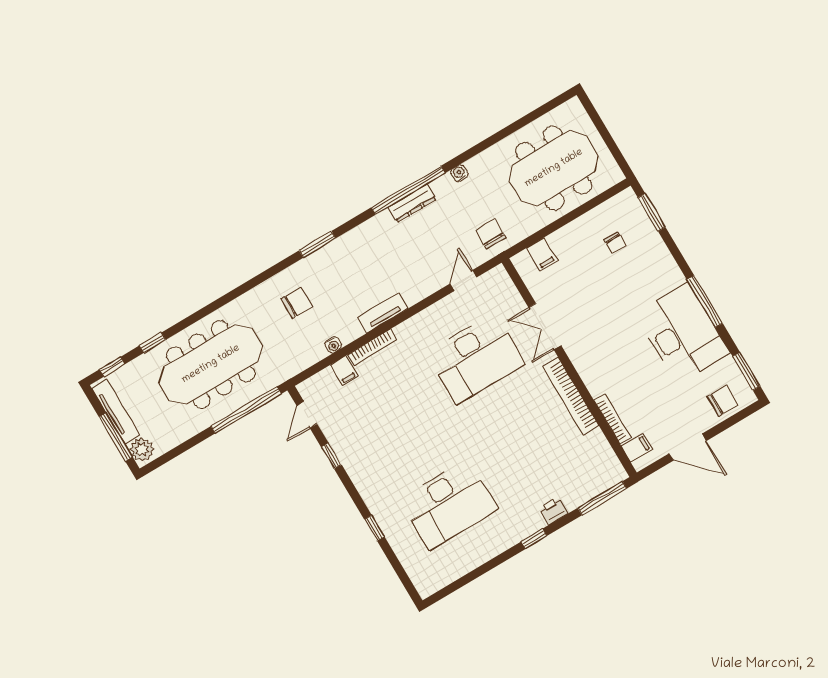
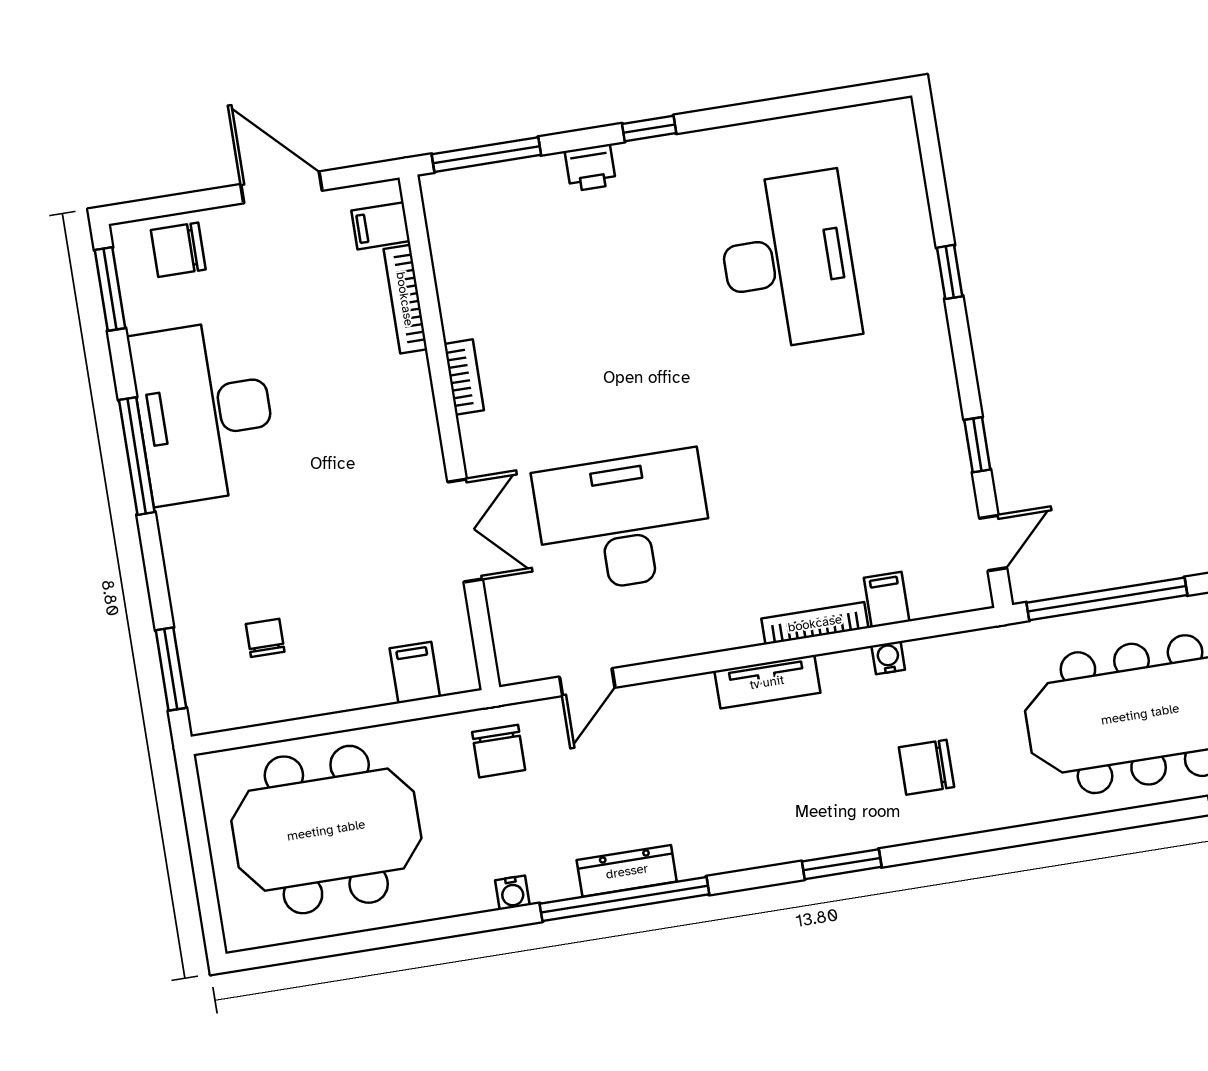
bookcase: (571, 396) -> (464, 377), width x0.43, depth x0.76
desk: (449, 504) -> (788, 261), turned 90

